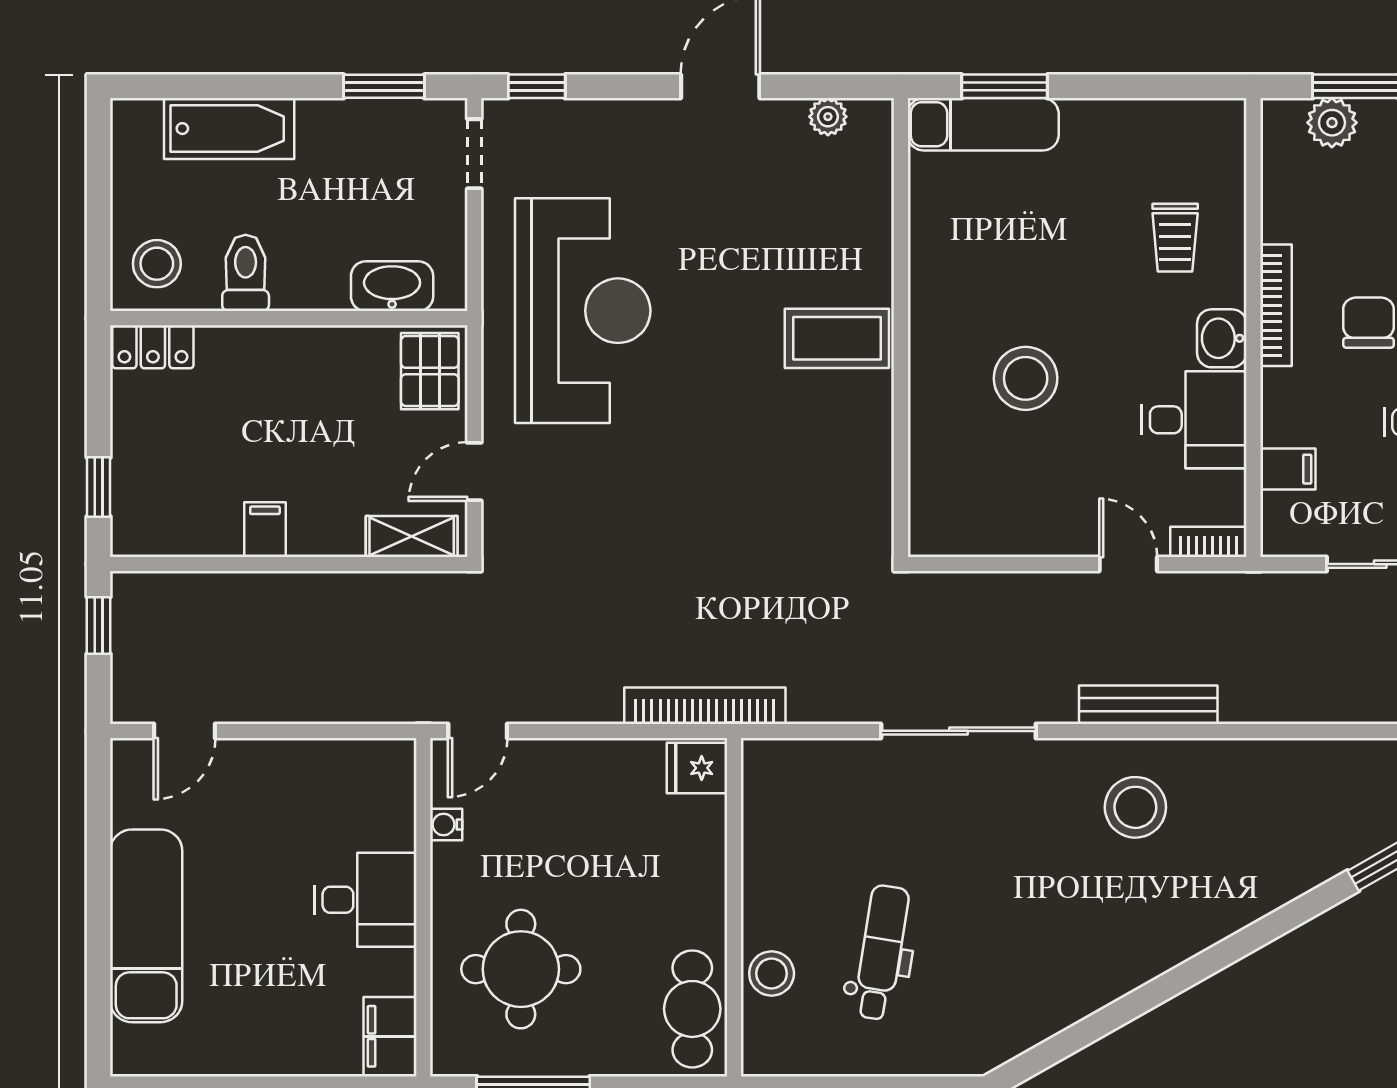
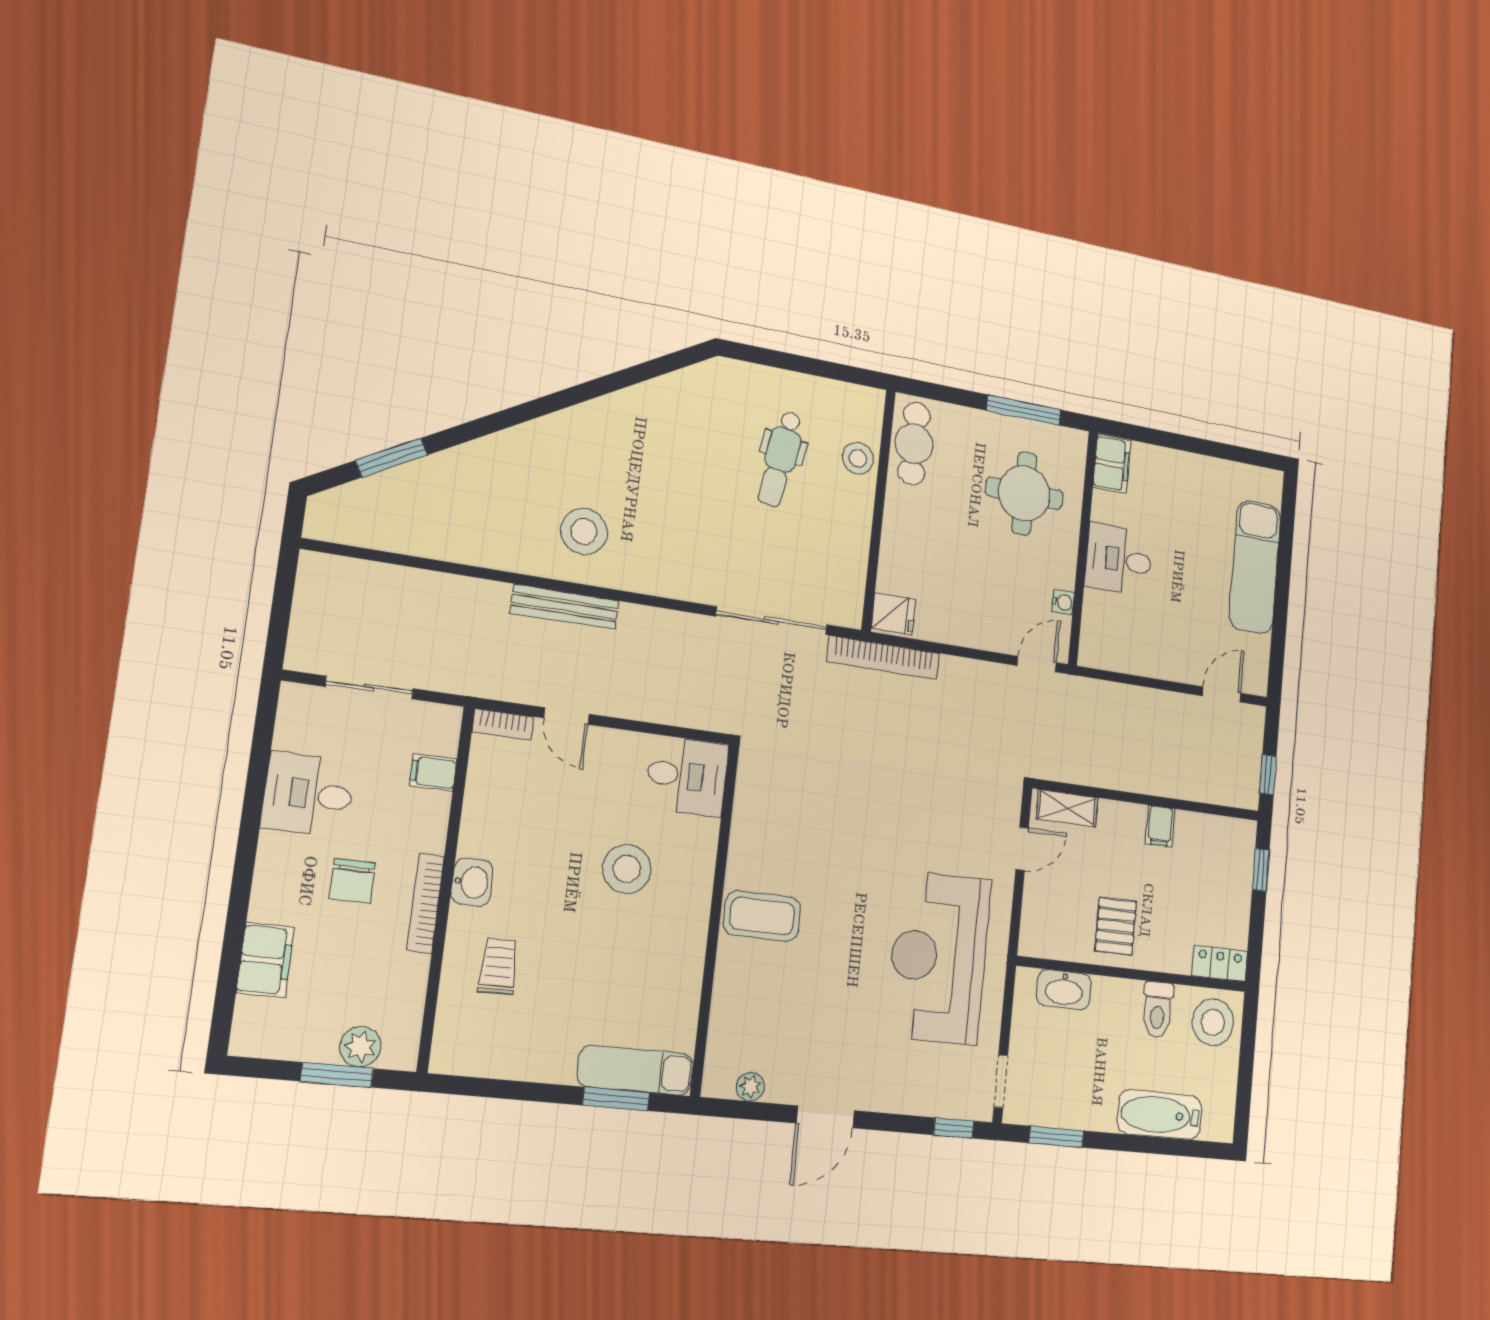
stool: (157, 264) -> (1213, 1022), width x1.38, depth x1.38
pallet: (430, 371) -> (1116, 926), moved
desk: (1194, 420) -> (687, 776), moved, turned 180
sliding door: (958, 731) -> (772, 621), moved

